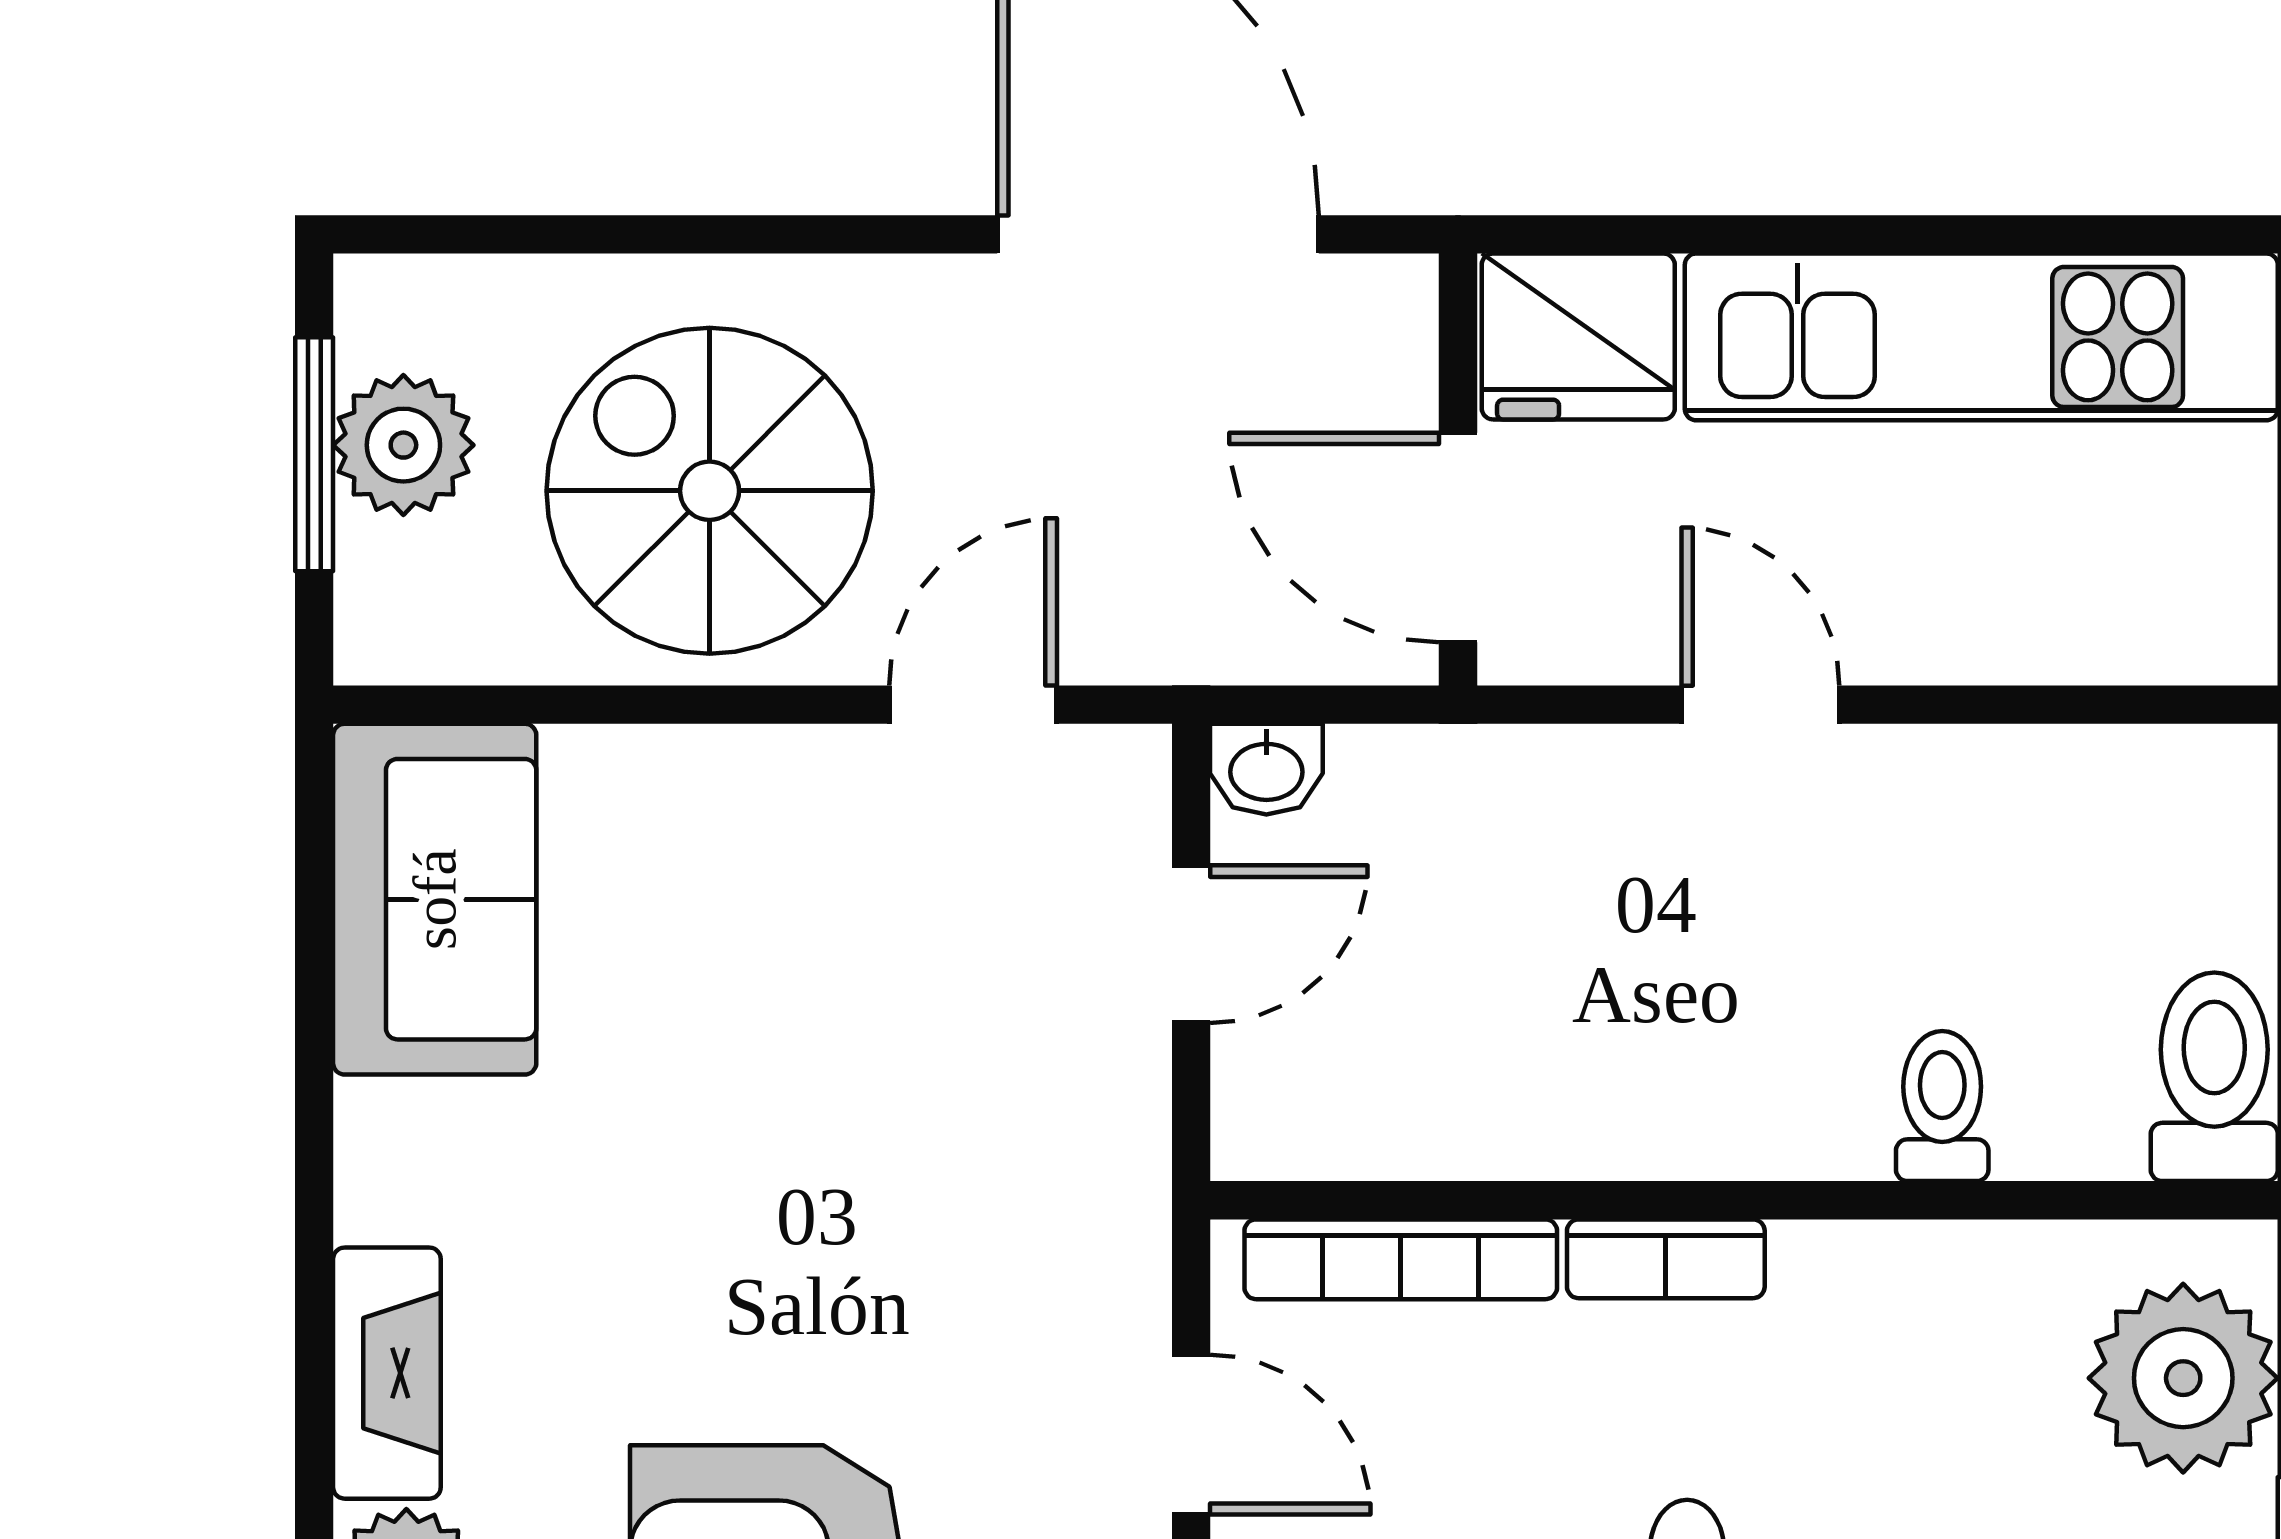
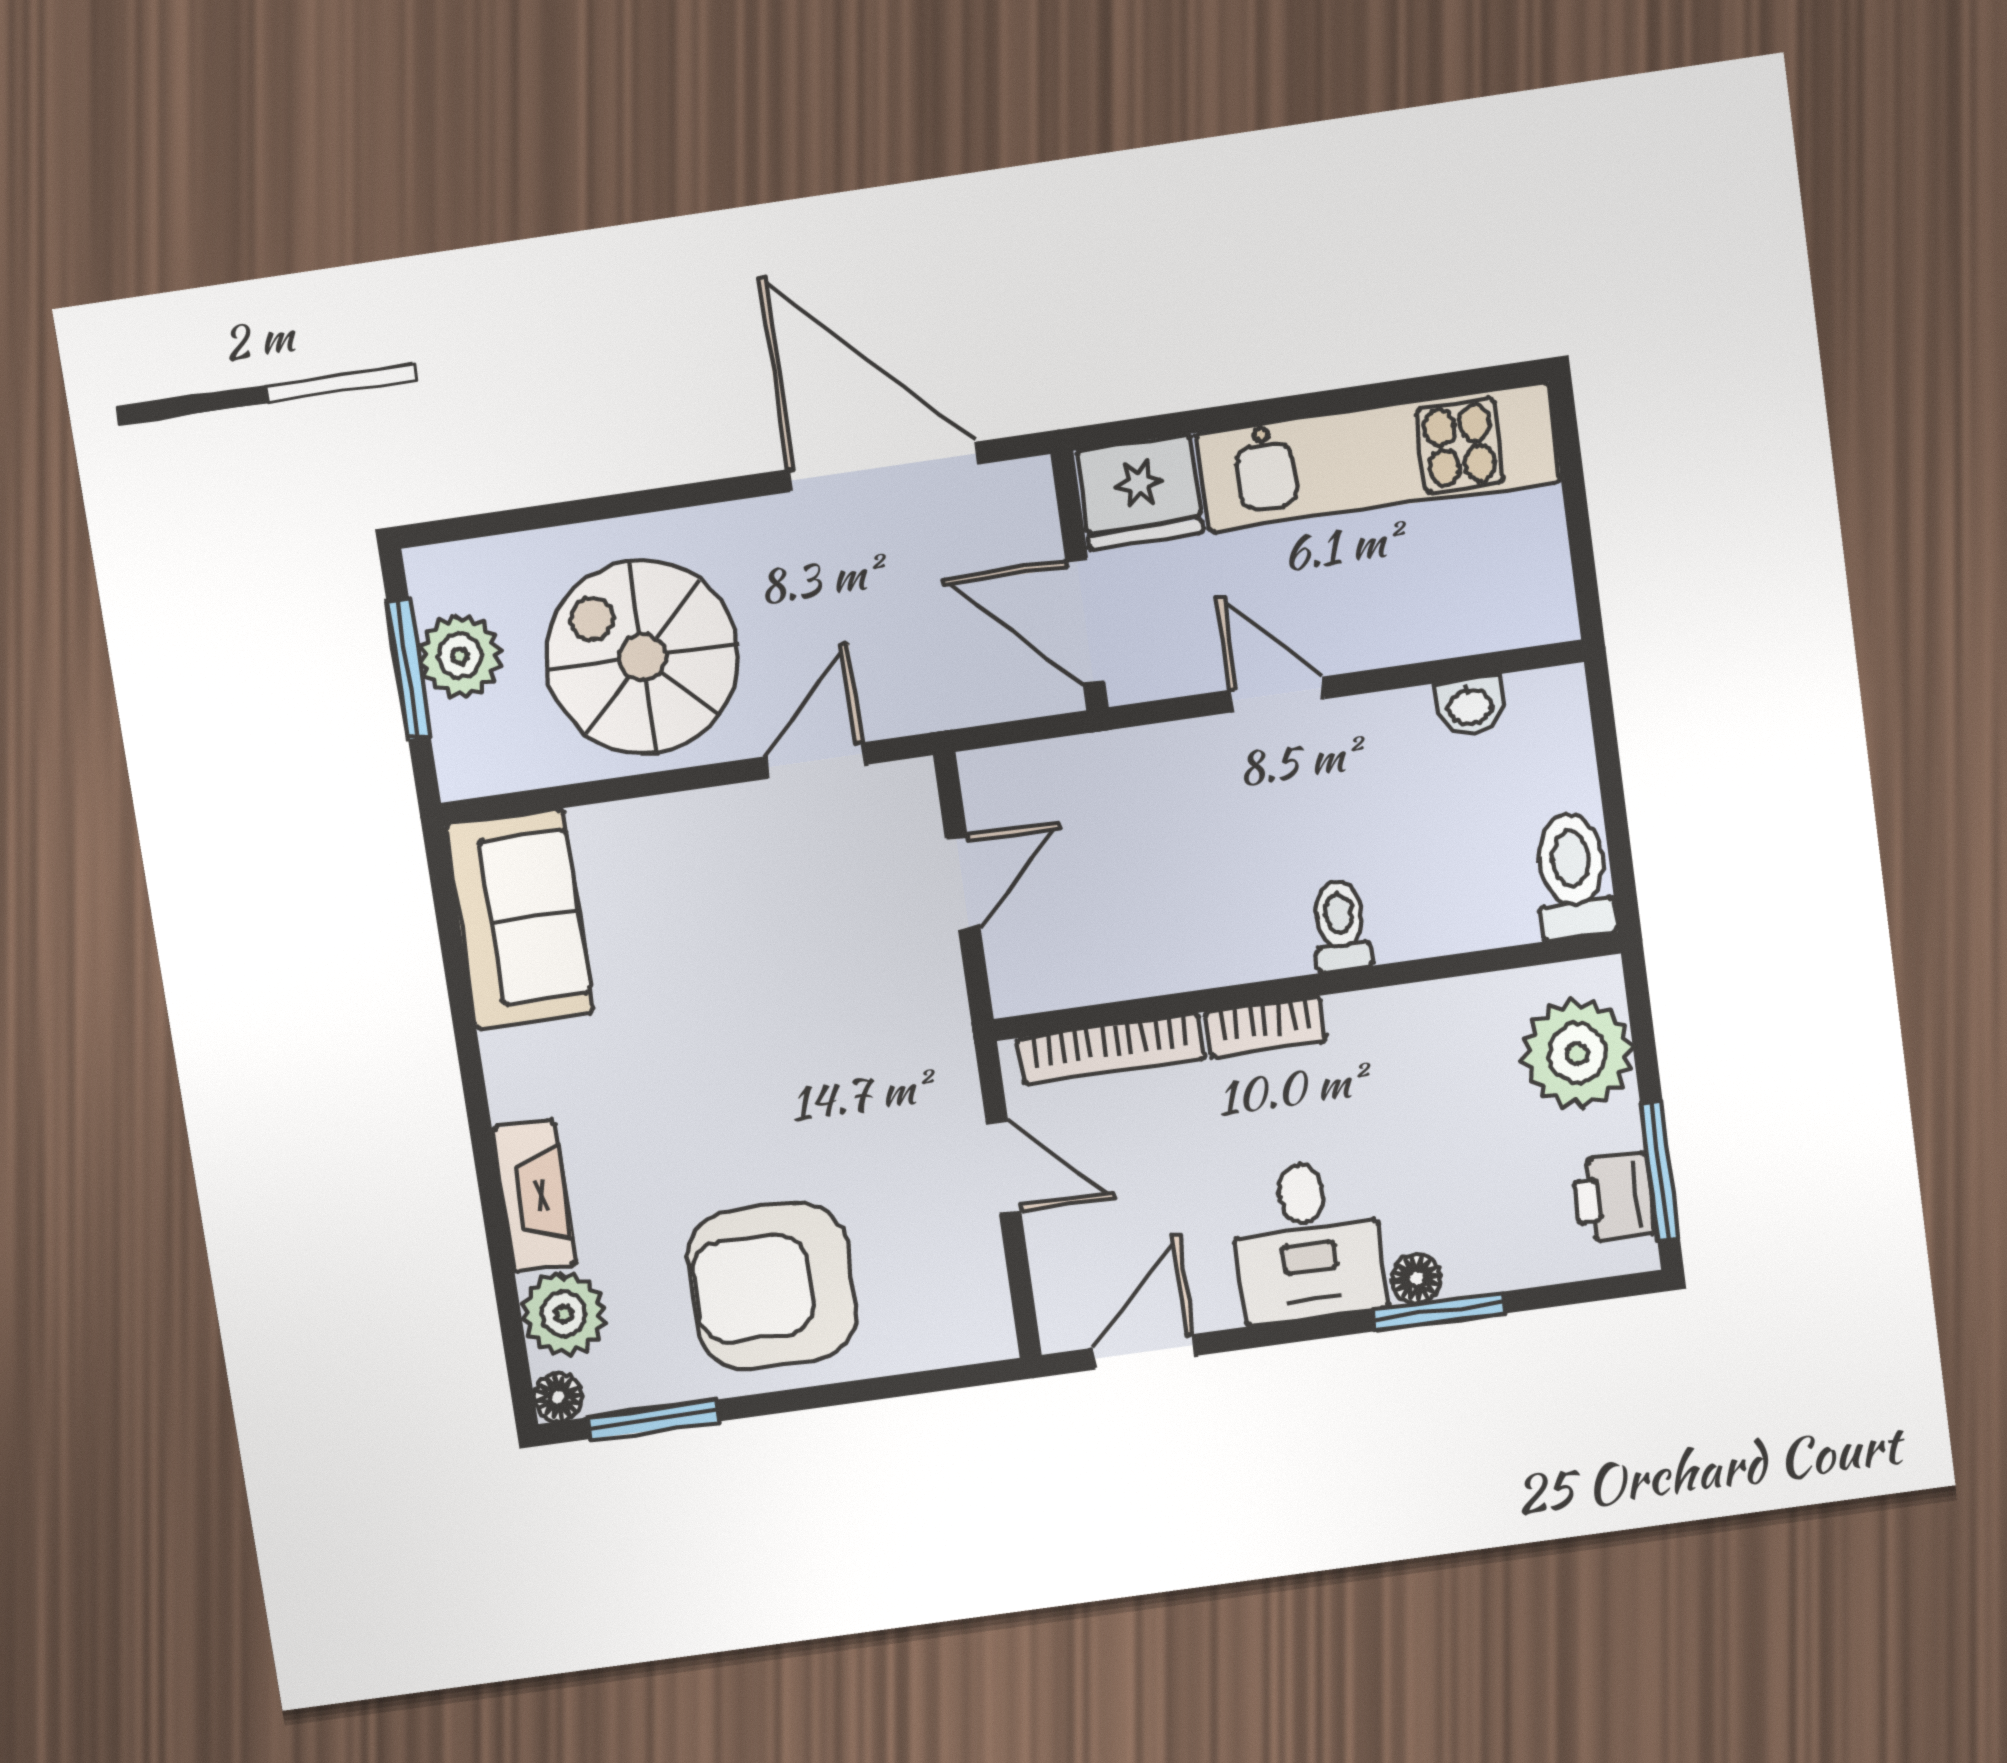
washbasin: (1266, 769) -> (1470, 706), moved
toilet: (1942, 1106) -> (1340, 926), moved

